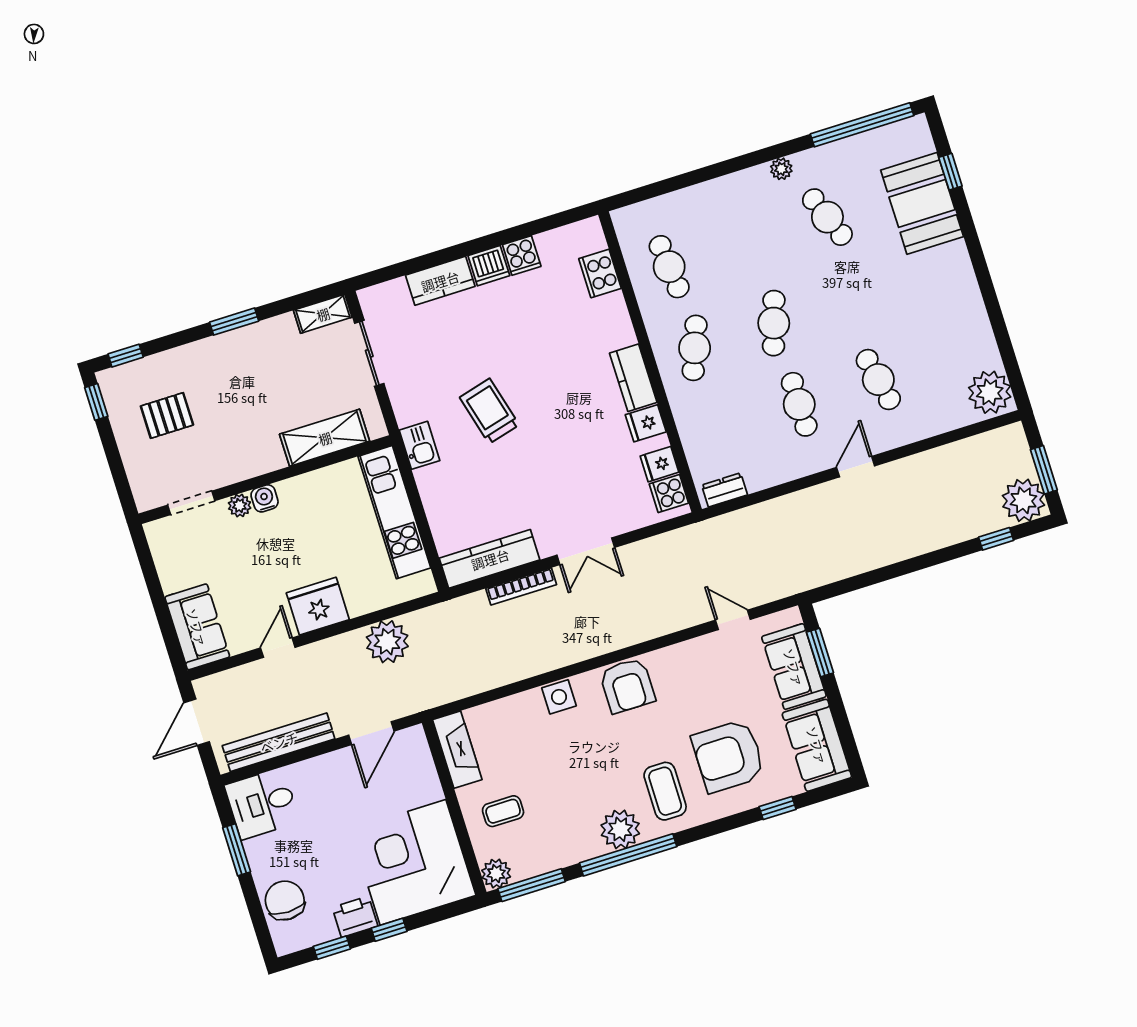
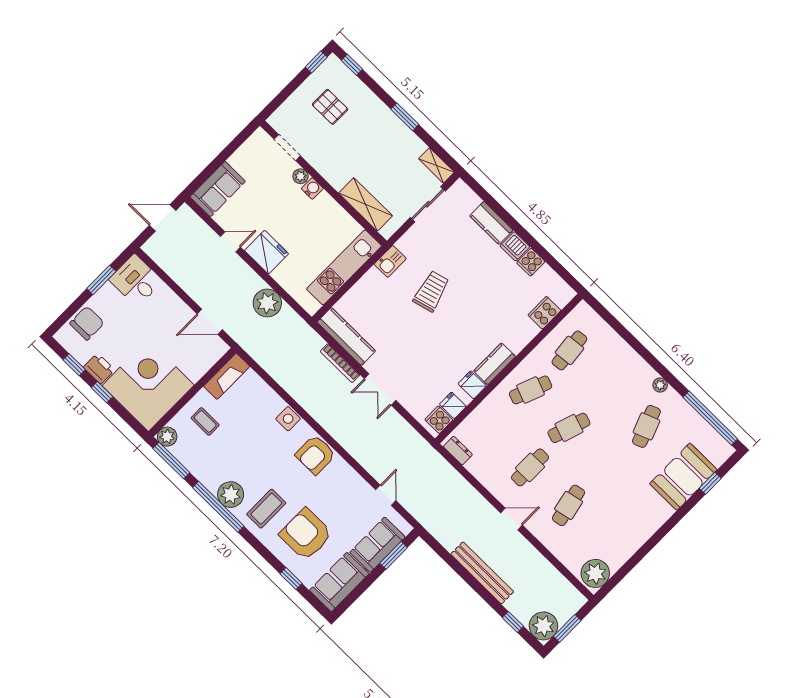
bench: (279, 742) -> (482, 573), moved

